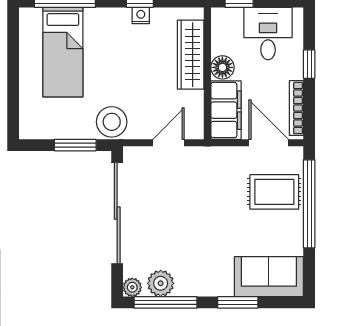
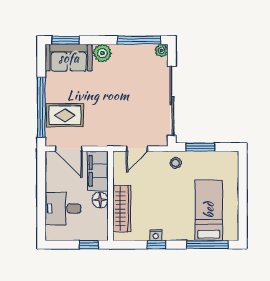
desk: (268, 34) -> (63, 209), moved, turned 90
window: (309, 64) -> (41, 202), removed
bookcase: (296, 108) -> (50, 172), removed
stool: (112, 122) -> (176, 163), width x0.53, depth x0.53
plant: (161, 283) -> (102, 53), moved
window: (238, 302) -> (66, 40), moved

